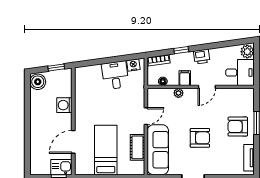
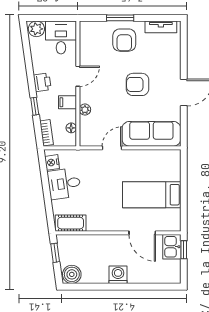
door: (207, 87) -> (78, 76), hinge flipped
washing machine: (64, 105) -> (118, 275), moved, turned 180
door: (146, 116) -> (112, 148), hinge flipped
armchair: (200, 138) -> (137, 84), turned -90
cot: (137, 147) -> (71, 223), moved

